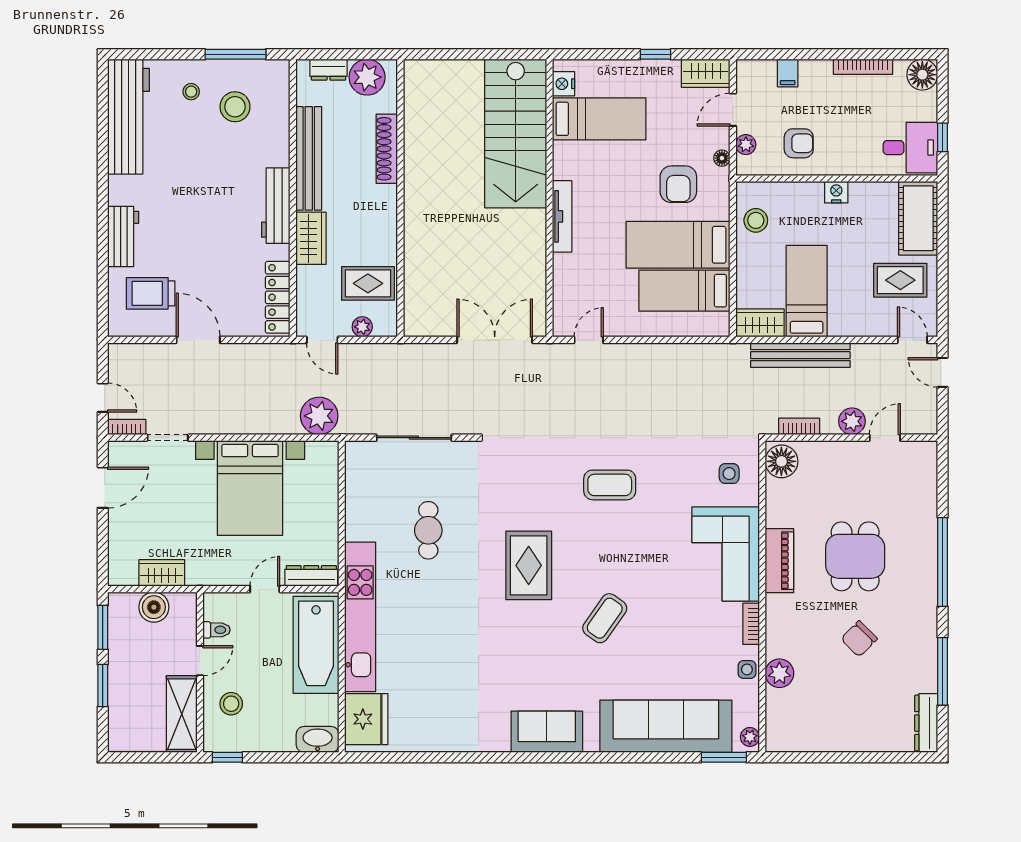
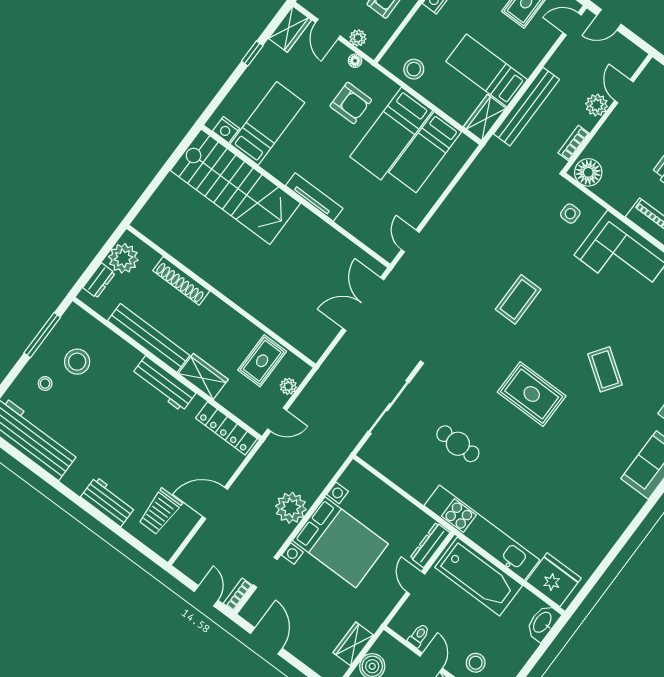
door: (103, 398) -> (206, 596), hinge flipped
plant: (319, 416) -> (291, 508), moved

